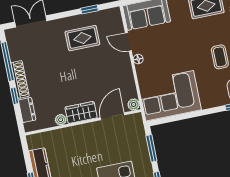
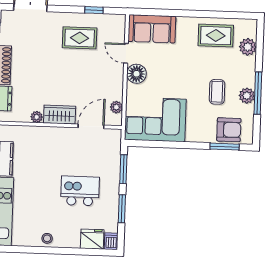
floor lamp: (138, 59) -> (137, 74), width x1.89, depth x1.89
plant: (134, 105) -> (116, 107), moved

